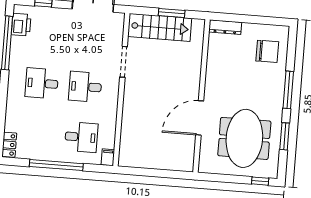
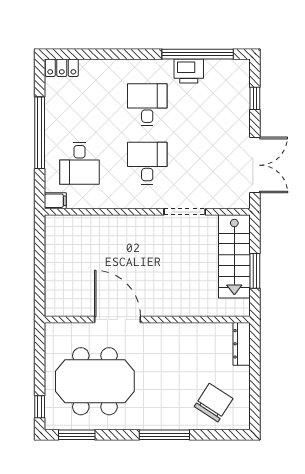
printer: (21, 25) -> (189, 71), moved
chair: (267, 51) -> (214, 403), turned -147
window: (285, 136) -> (77, 435), moved

